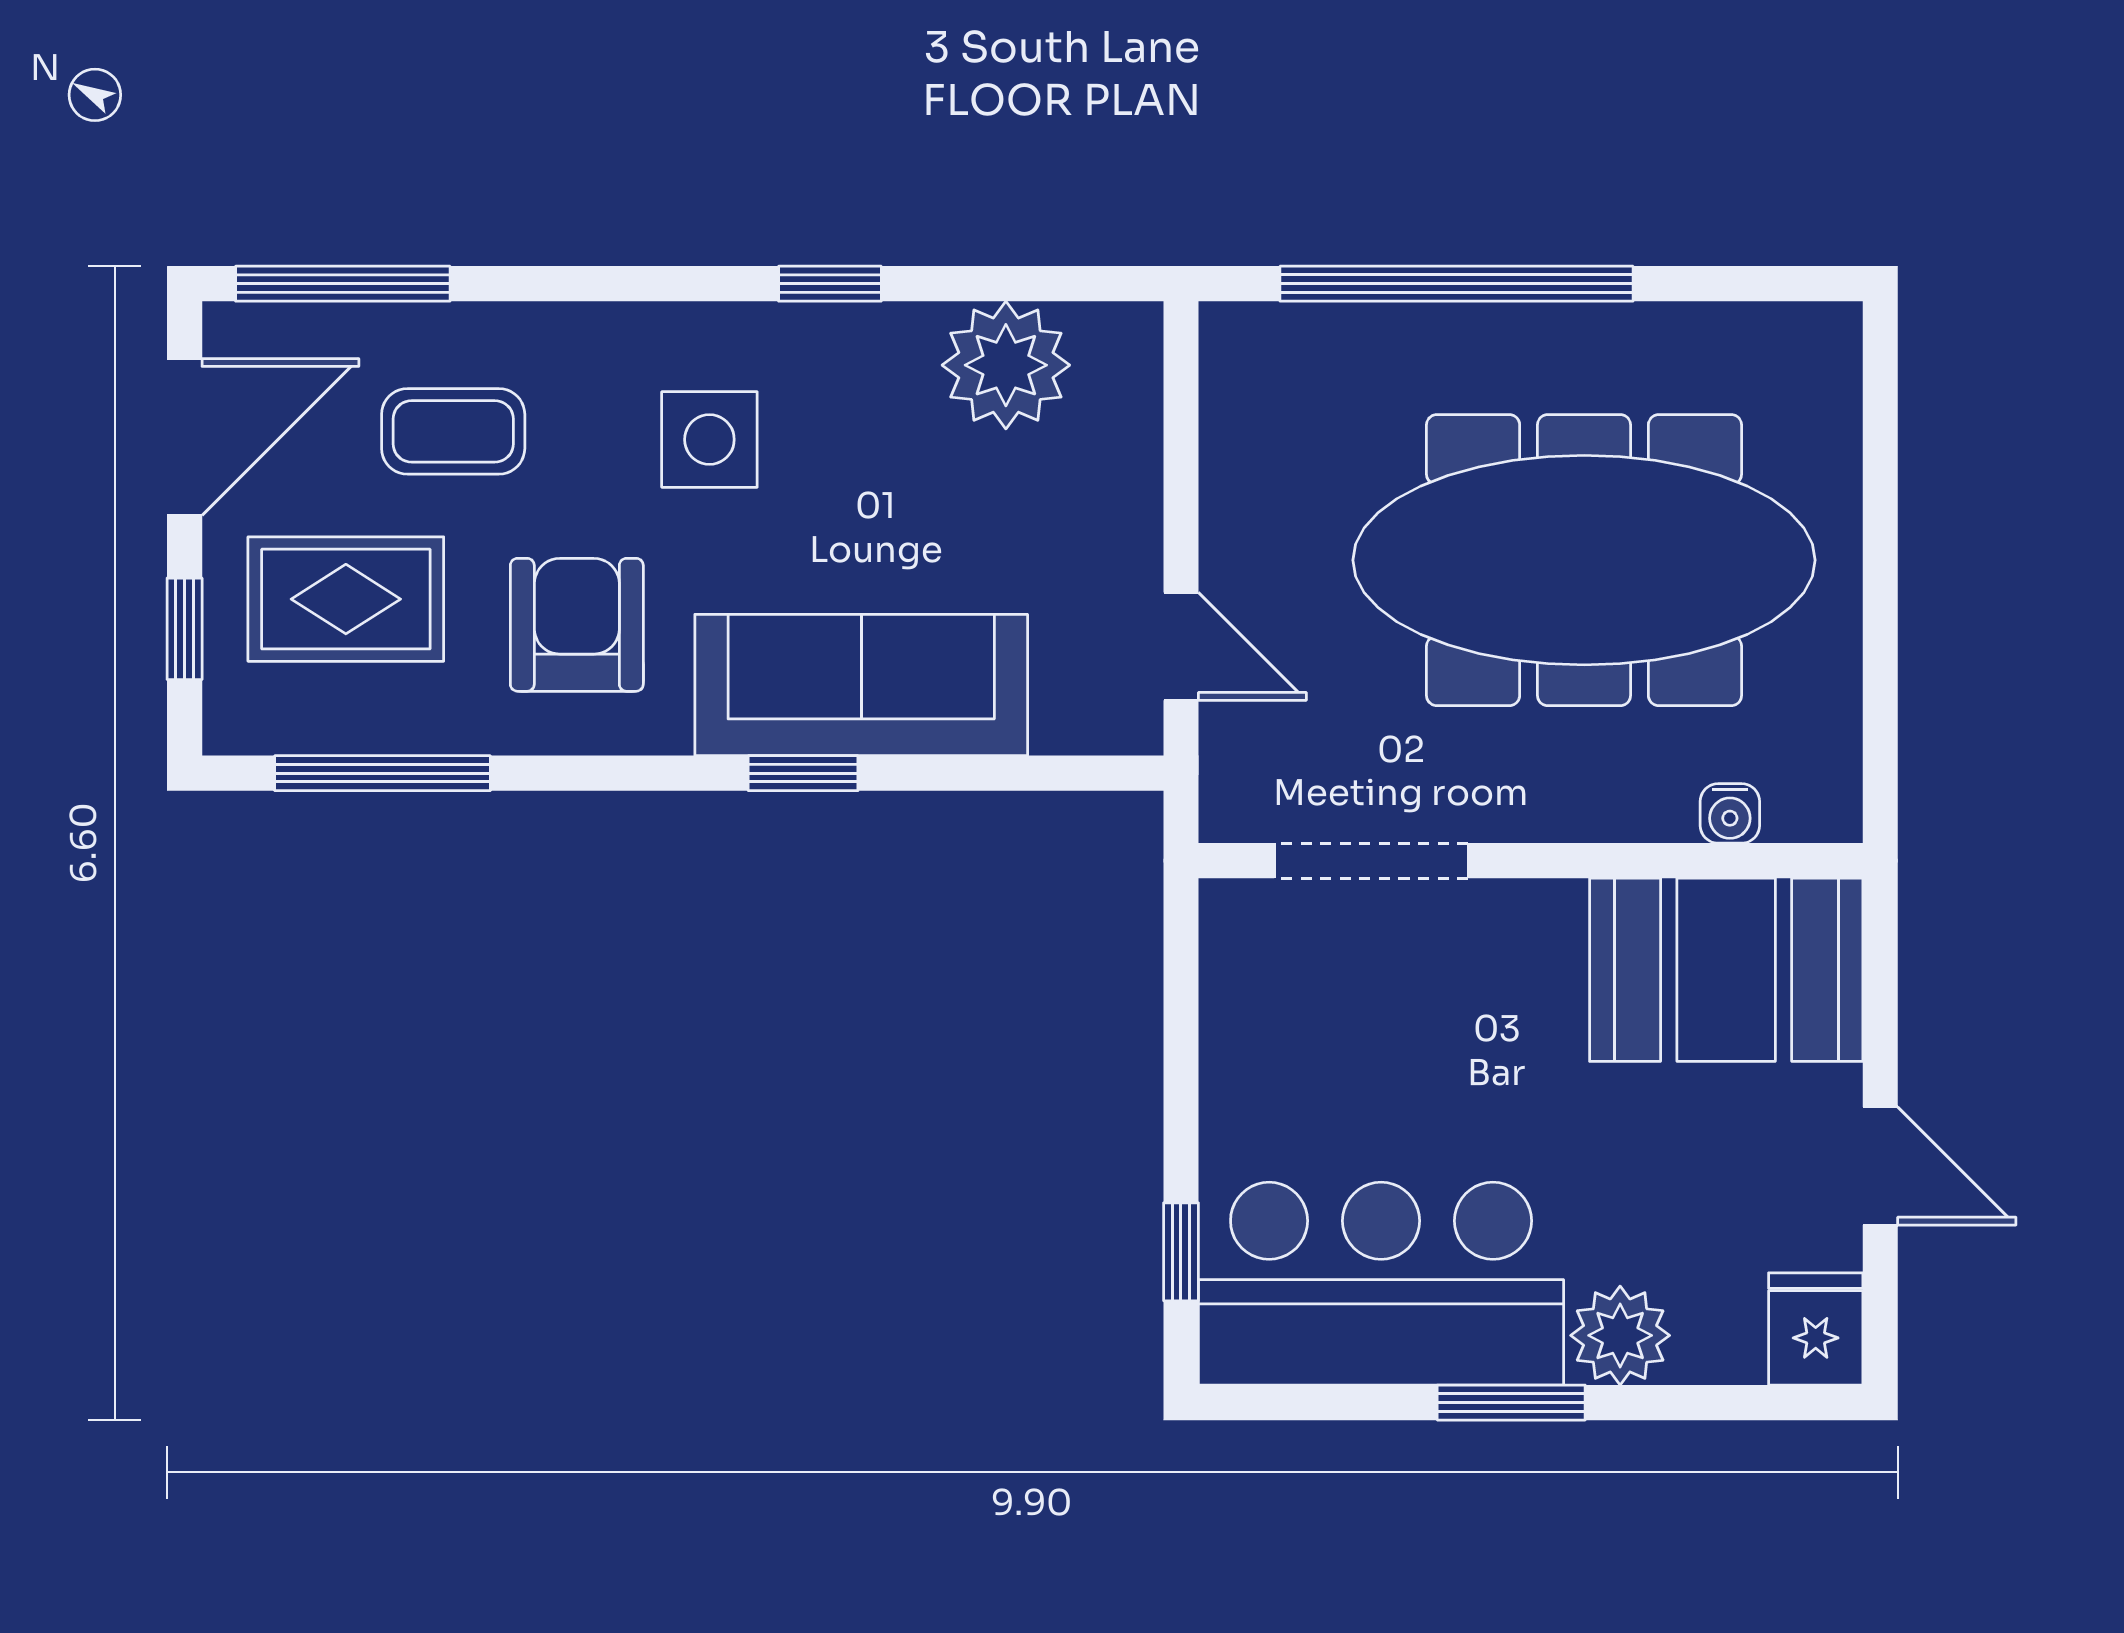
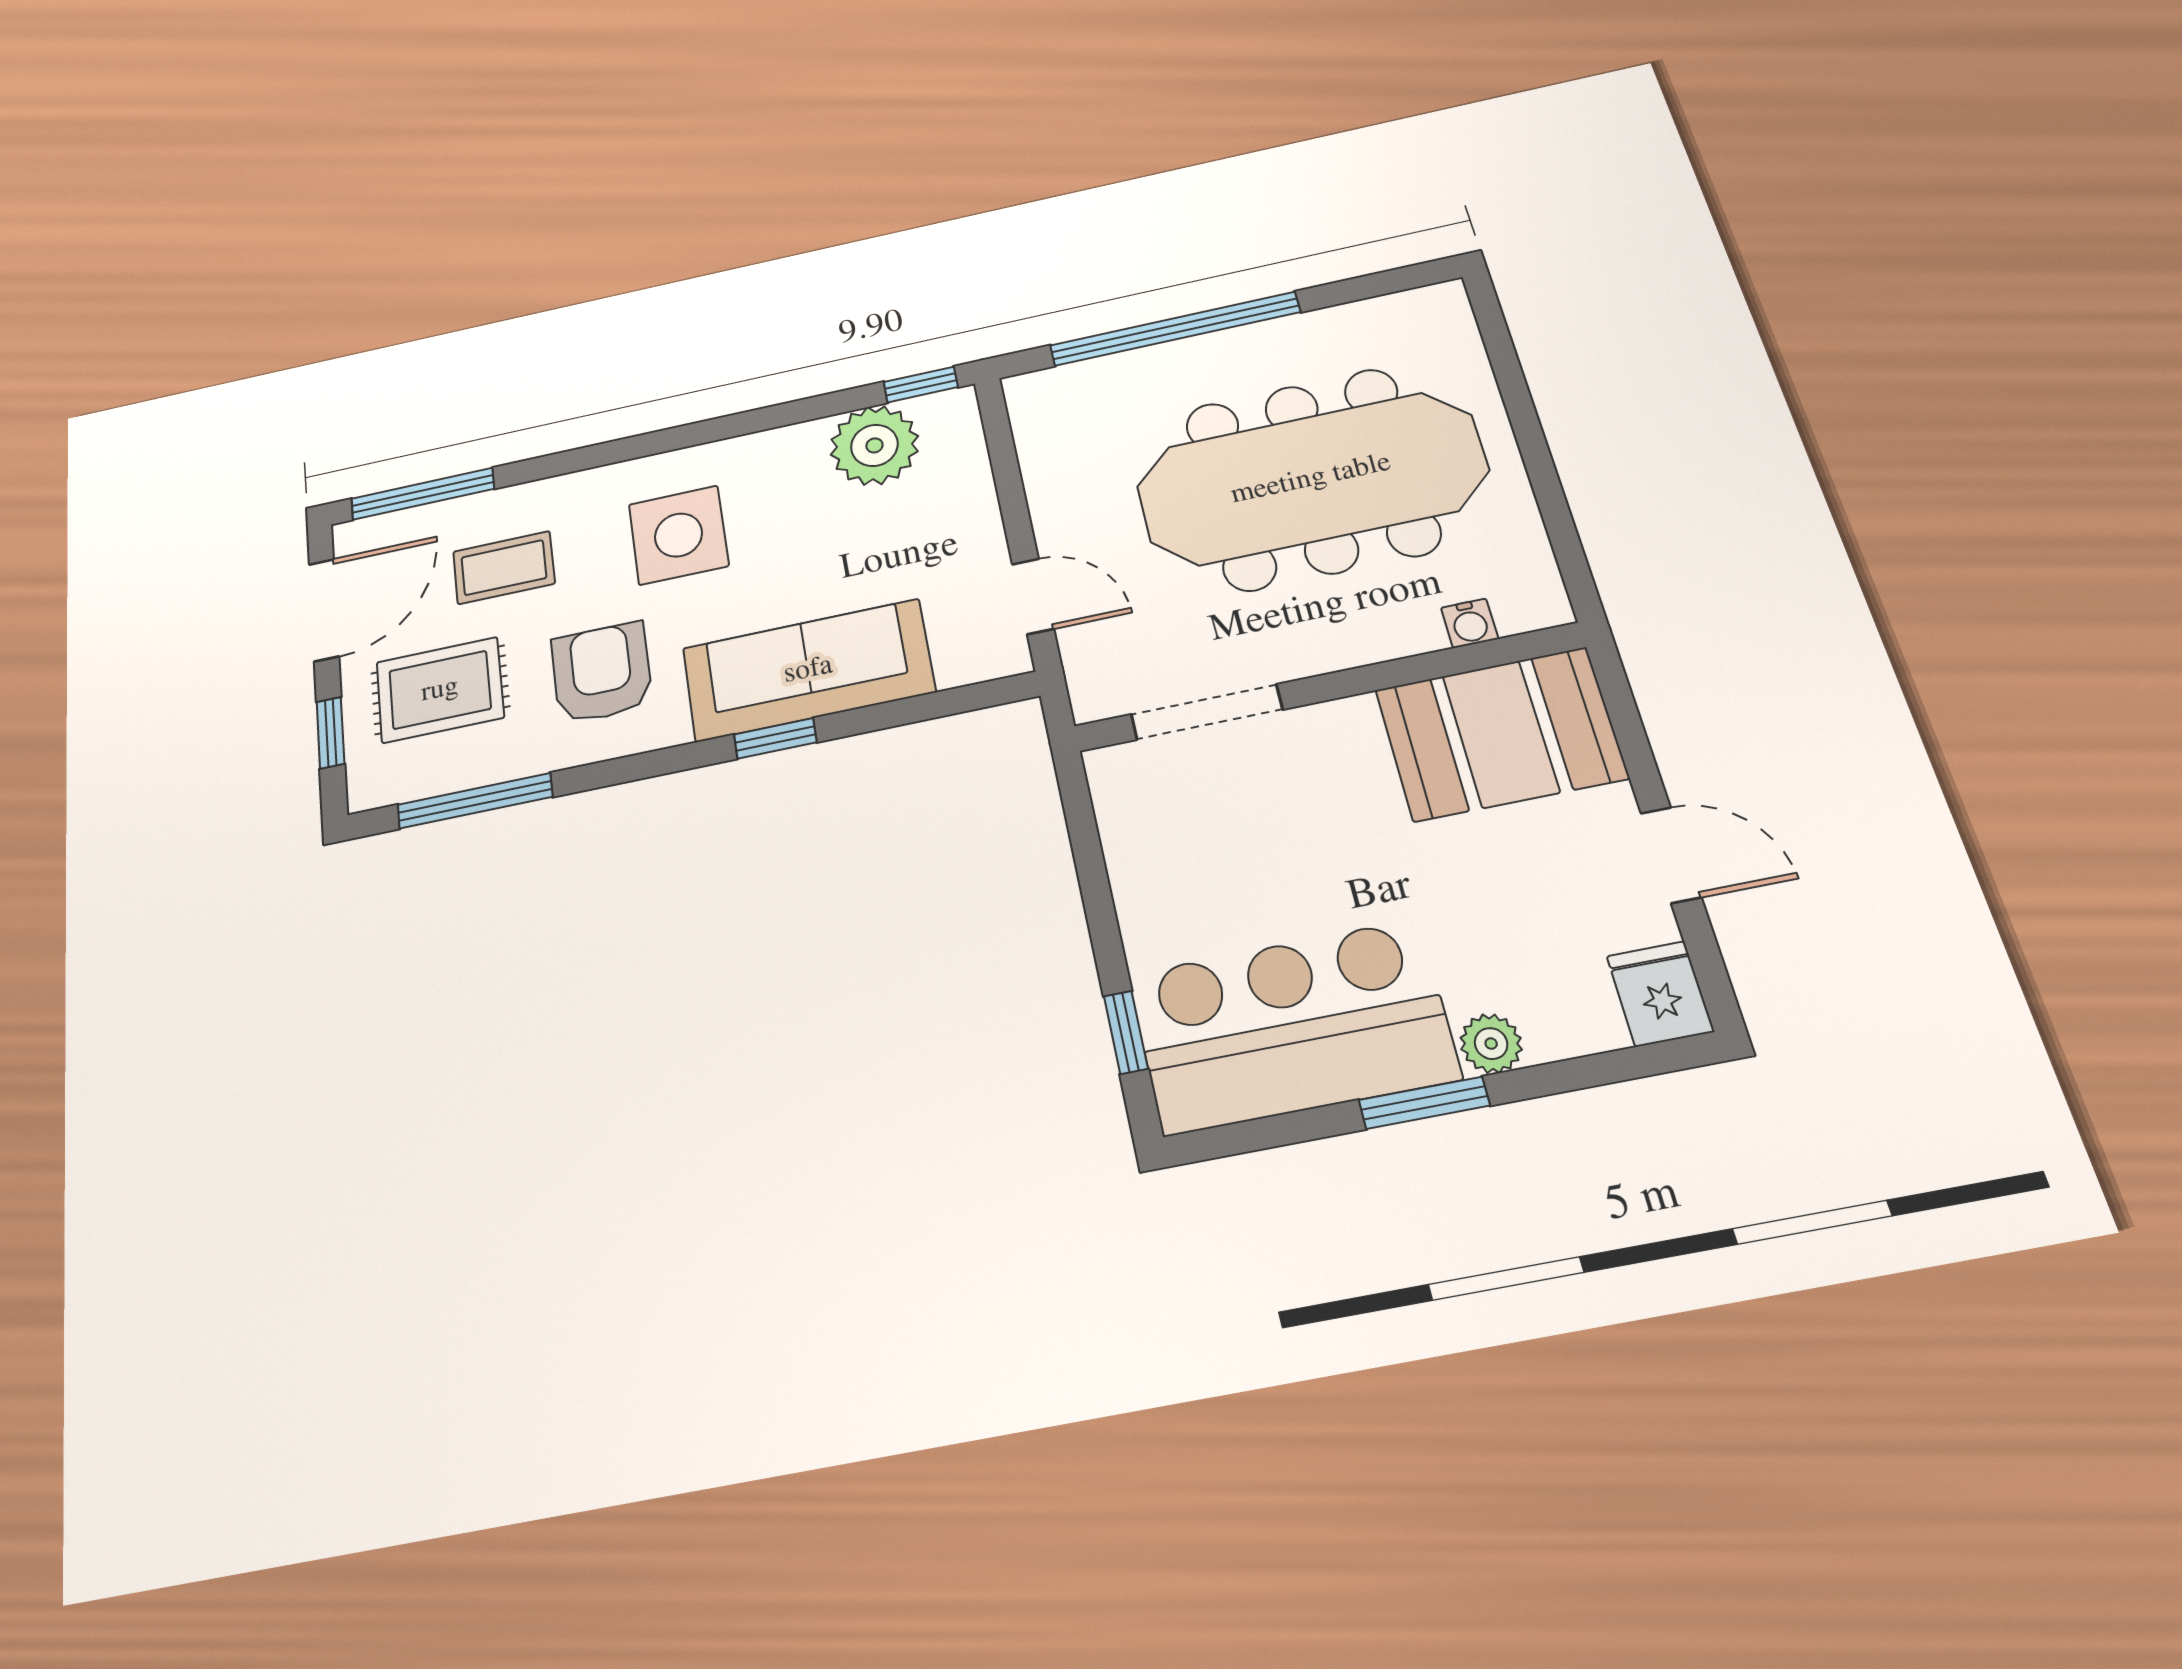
window: (830, 284) -> (921, 385), moved
side table: (709, 440) -> (679, 535), width x1.37, depth x1.37
plant: (1620, 1335) -> (1491, 1044), width x0.73, depth x0.73

